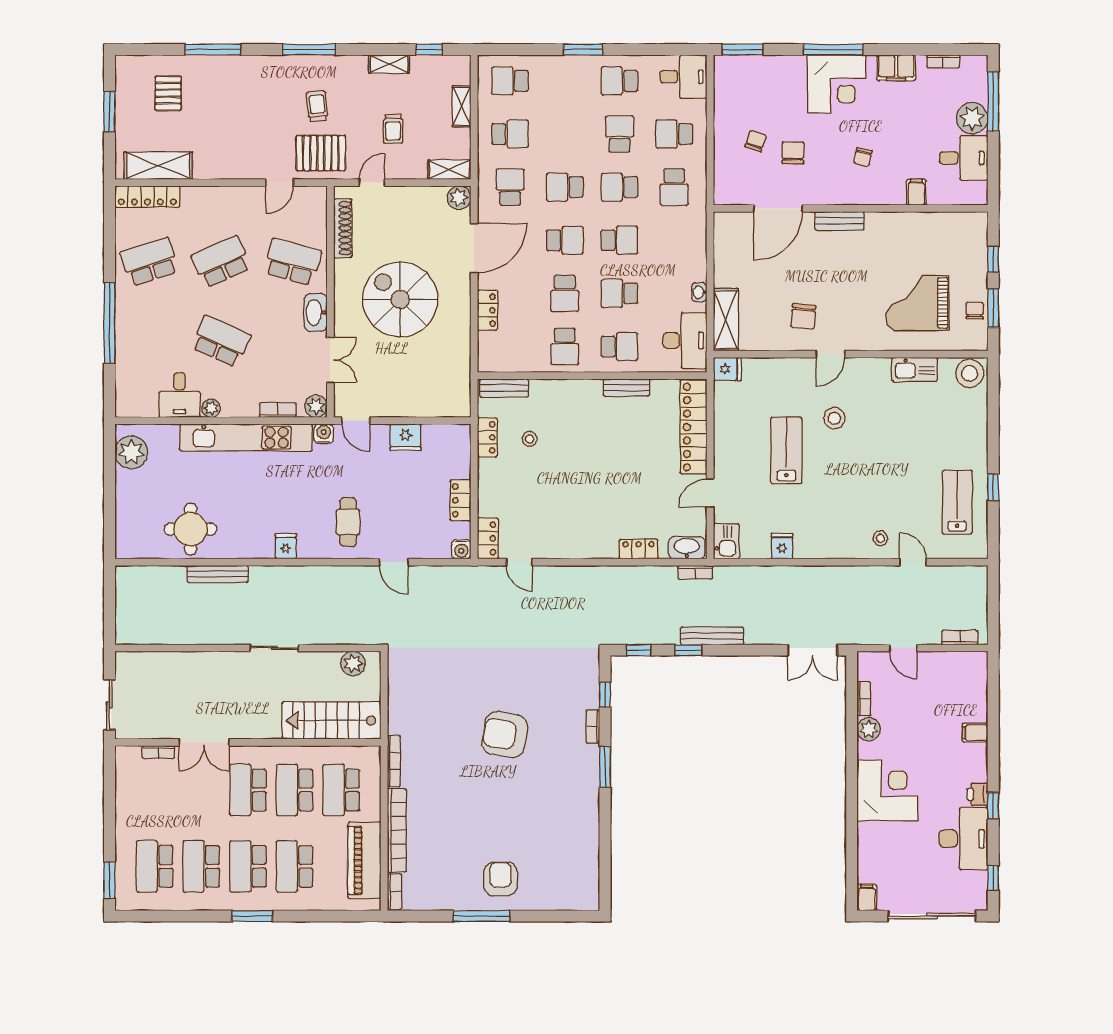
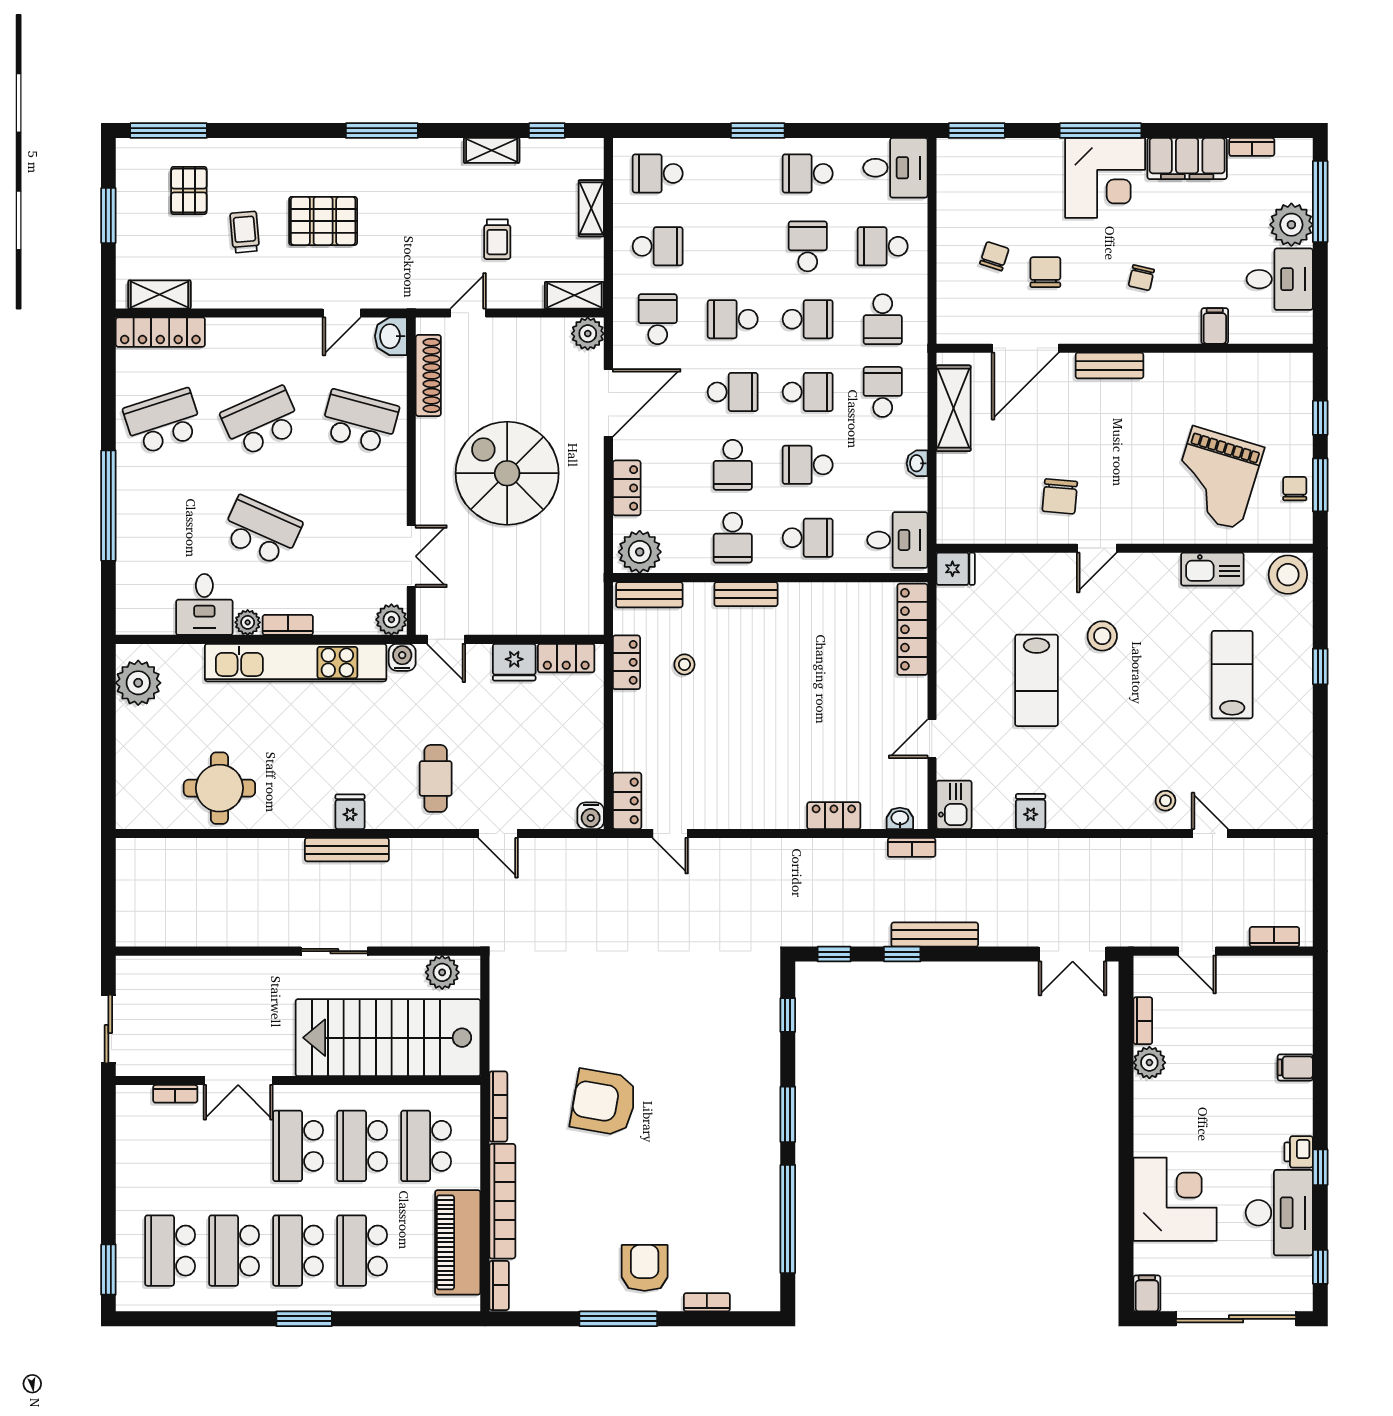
window: (213, 50) -> (169, 131), moved
filing cabinet: (896, 68) -> (1187, 158), width x1.50, depth x1.17
trolley: (317, 106) -> (245, 232), moved
pallet: (321, 153) -> (323, 221), moved
shelving: (158, 166) -> (160, 294), width x0.67, depth x0.75
school desk: (619, 187) -> (808, 319), turned 180
school desk: (674, 240) -> (883, 392), added
grand piano: (917, 303) -> (1216, 478), turned -73
washbasin: (316, 312) -> (391, 336), moved, width x0.72
shelving: (726, 320) -> (953, 408), moved
desk: (685, 341) -> (897, 540), width x0.73
plant: (497, 357) -> (640, 552), added
bench: (627, 388) -> (746, 594), moved
bookcase: (278, 410) -> (288, 625), moved
locker: (694, 427) -> (912, 629), width x0.71, depth x0.83
lab bench: (786, 450) -> (1037, 680), turned 180
window: (993, 487) -> (1320, 666), moved
locker: (461, 500) -> (566, 658), moved, turned -90
lab bench: (957, 502) -> (1232, 675), moved
washbasin: (687, 548) -> (900, 818), width x0.52, depth x0.69
bench: (218, 574) -> (347, 850), moved
stairs: (331, 720) -> (388, 1038), width x1.36, depth x1.51
bookcase: (593, 727) -> (707, 1302), moved, turned 90
armchair: (505, 735) -> (604, 1102), moved
corner desk: (887, 790) -> (1175, 1199), moved
window: (605, 843) -> (788, 1219), added

